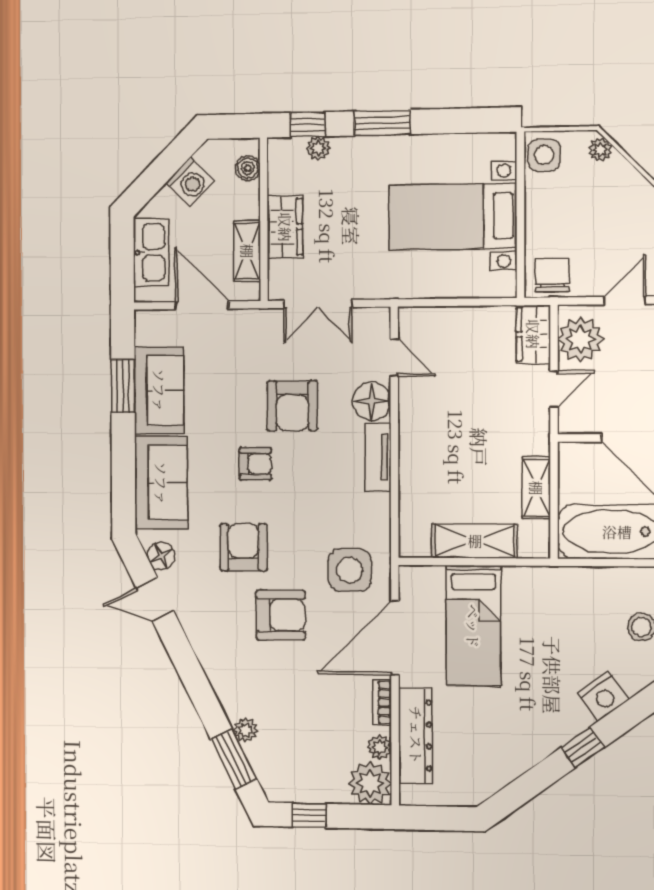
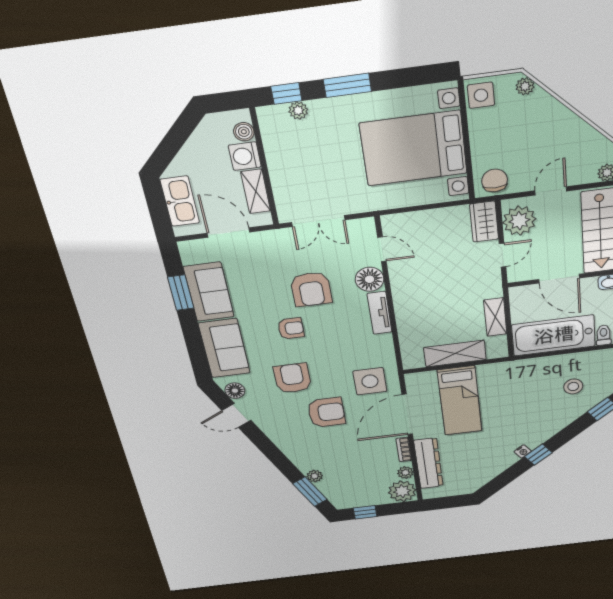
washing machine: (190, 182) -> (245, 156), moved, turned 135
bed with nightstands: (453, 217) -> (414, 148), width x1.36
wardrobe: (285, 227) -> (282, 171), removed
nightstand: (603, 696) -> (523, 451), moved, width x0.53, depth x0.56

